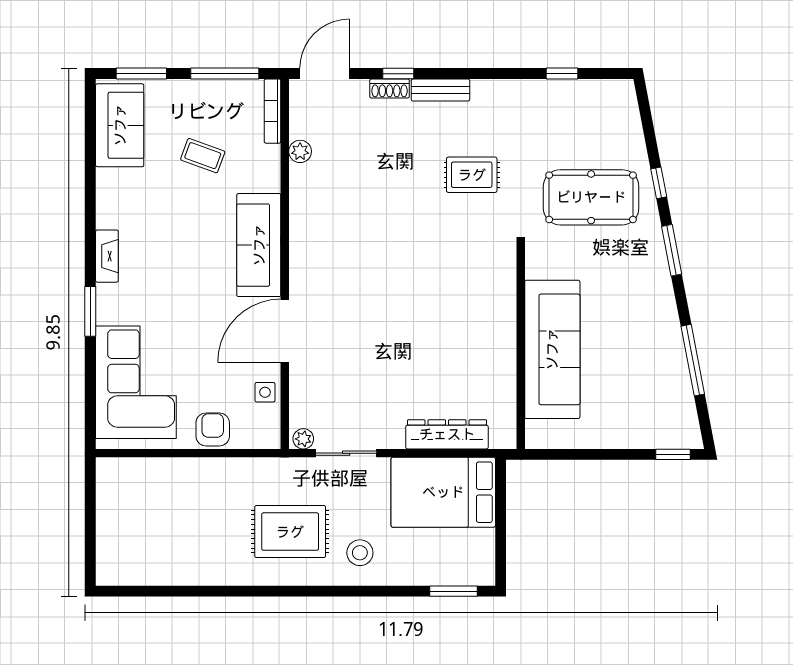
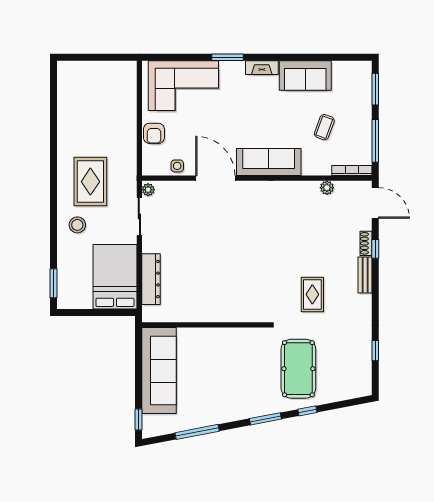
sofa: (120, 125) -> (305, 76), moved
sofa: (552, 349) -> (159, 371), moved, turned -90
armchair: (213, 429) -> (154, 133), turned 90

